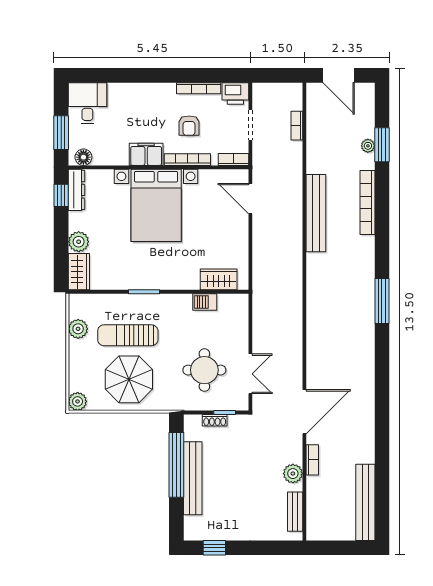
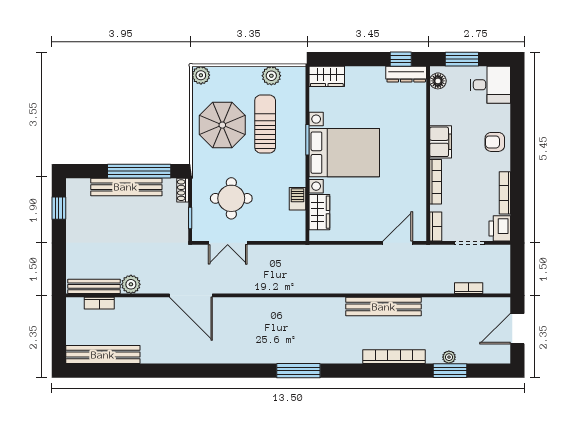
armchair: (189, 126) -> (495, 142), moved
bed with nightstands: (156, 205) -> (344, 153), moved, turned 180
plant: (79, 242) -> (356, 76), removed
shoe rack: (215, 420) -> (183, 190), moved
bookcase: (312, 460) -> (99, 303), moved
bench: (295, 512) -> (94, 286), width x1.36

